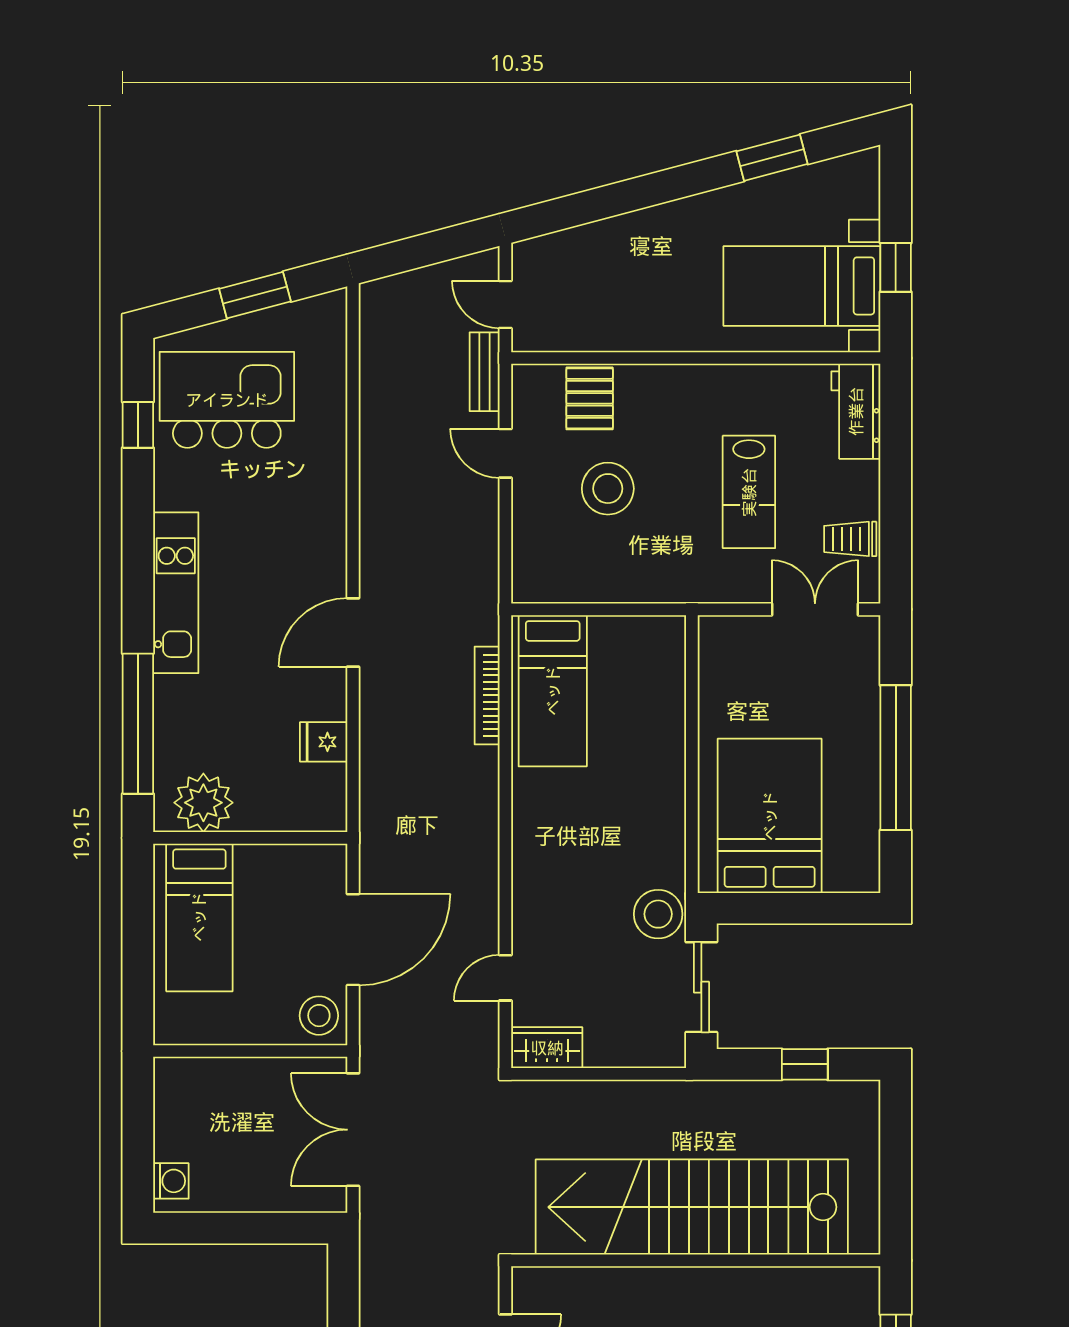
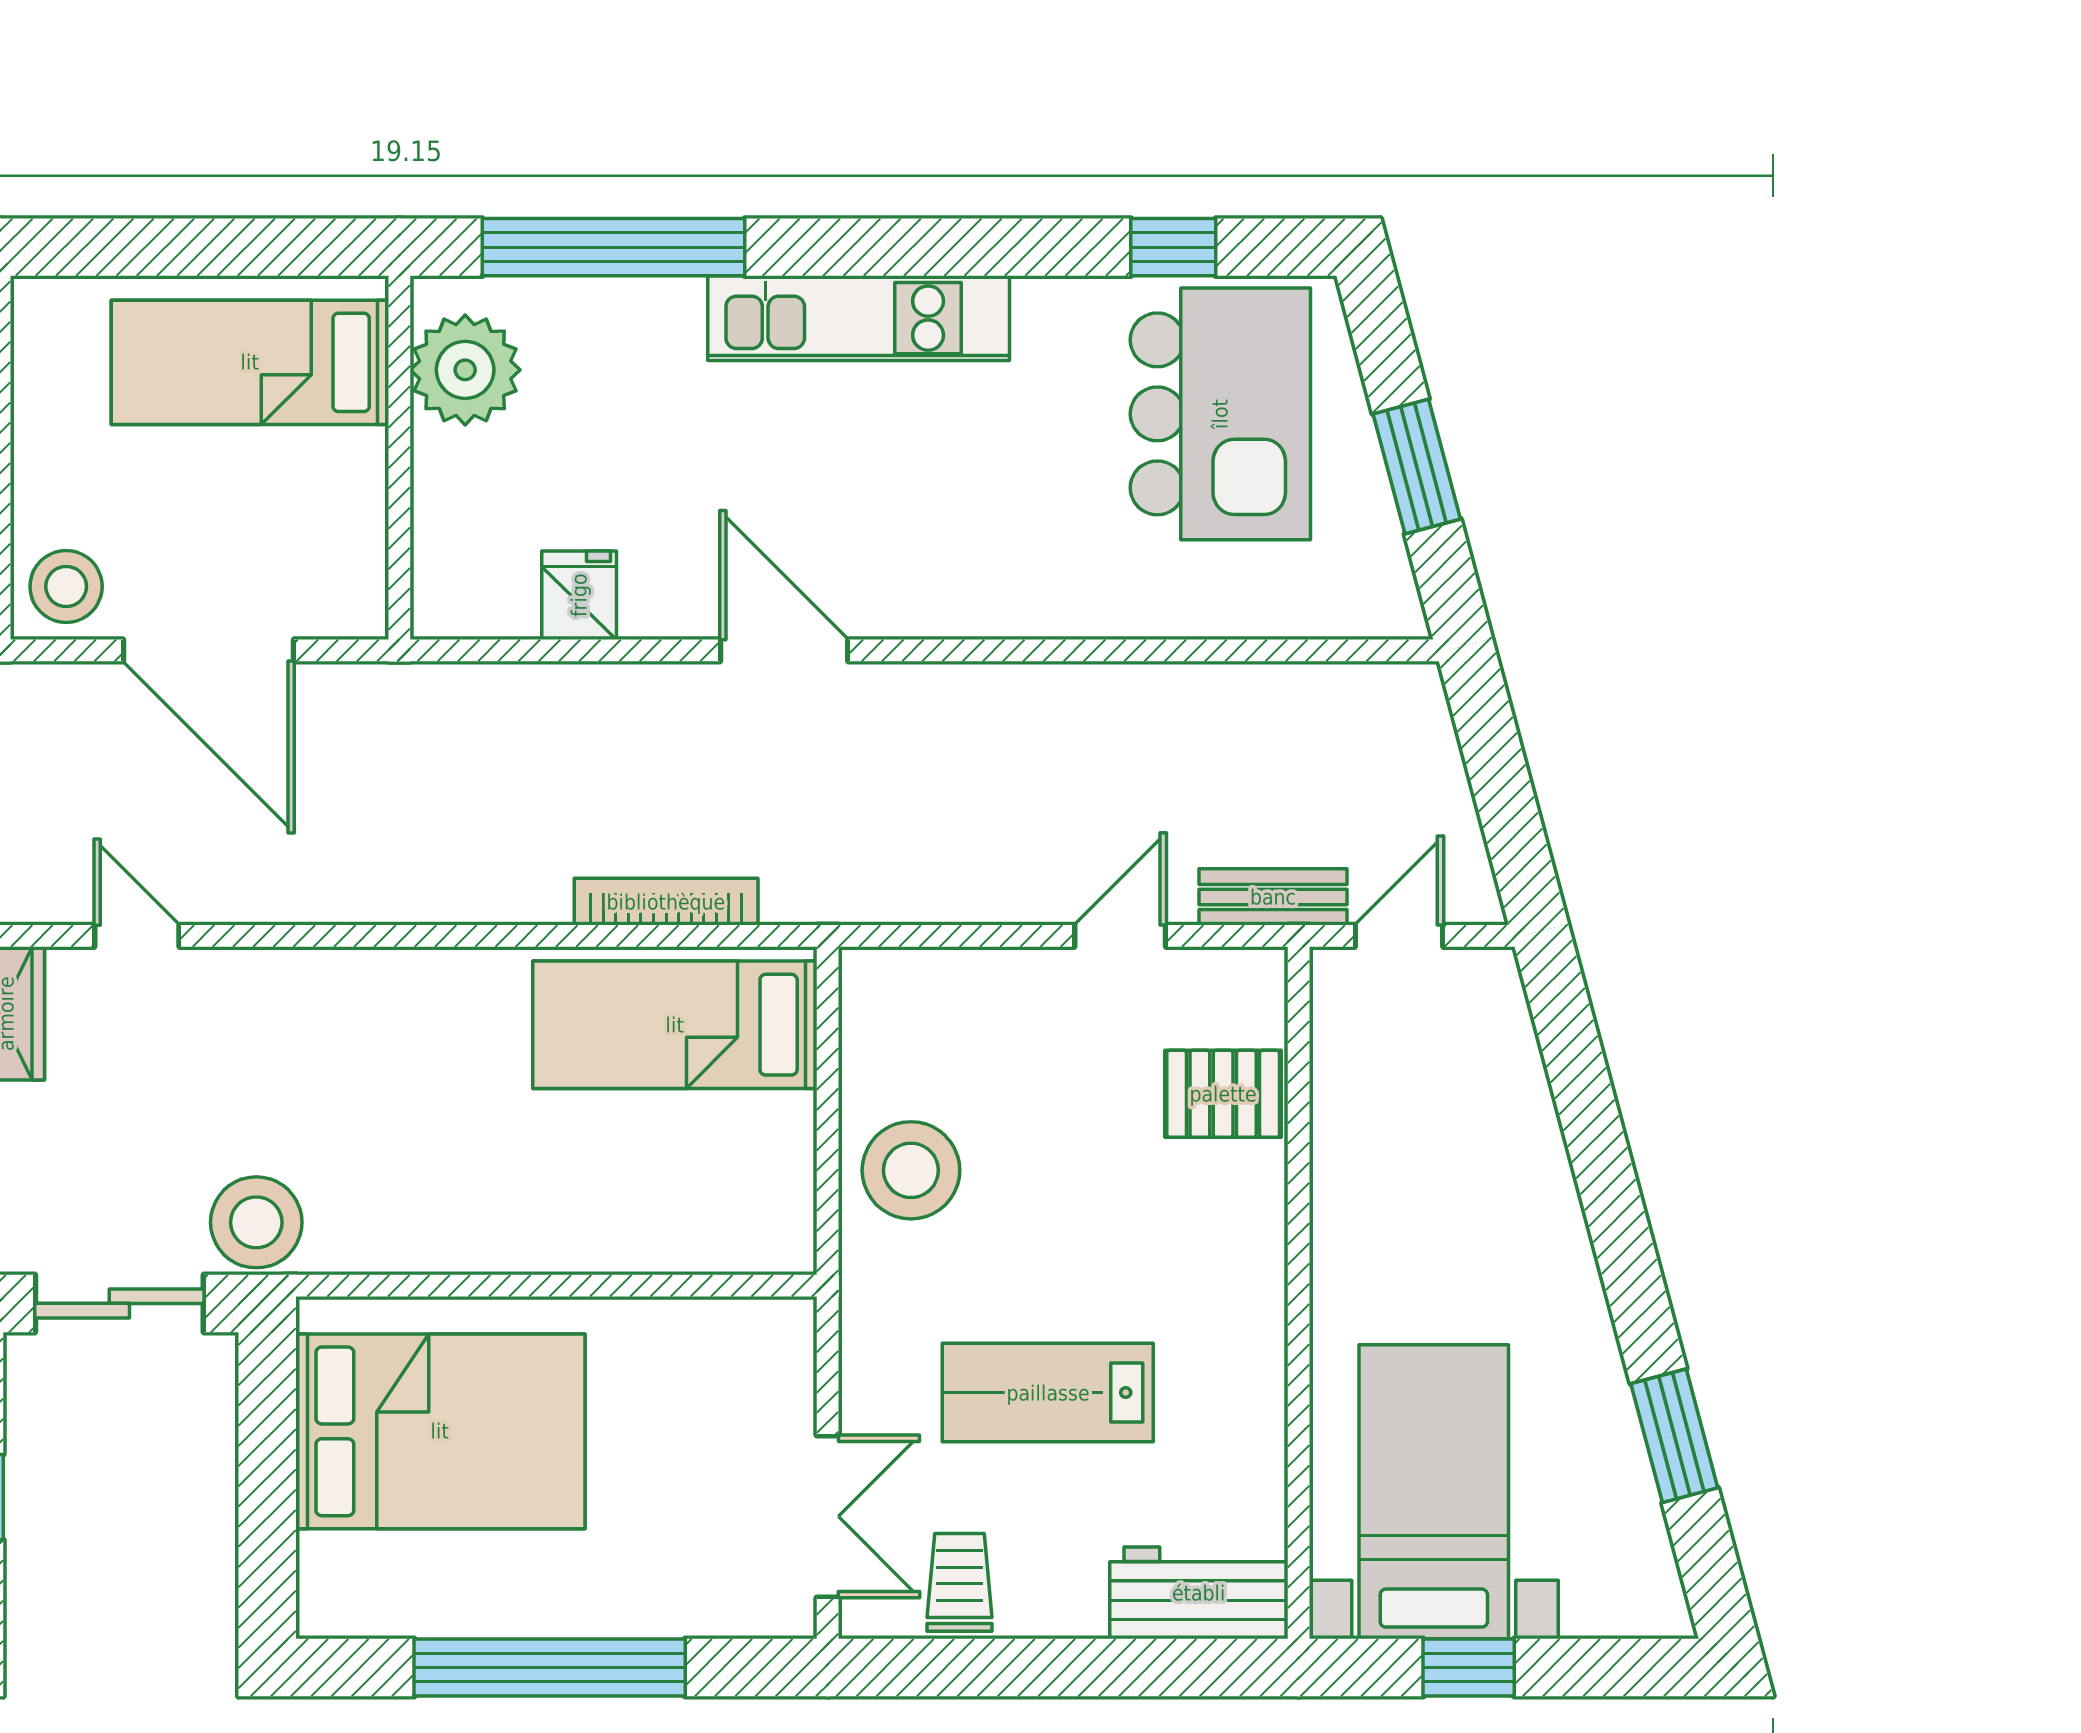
stool: (608, 489) -> (911, 1170), moved

